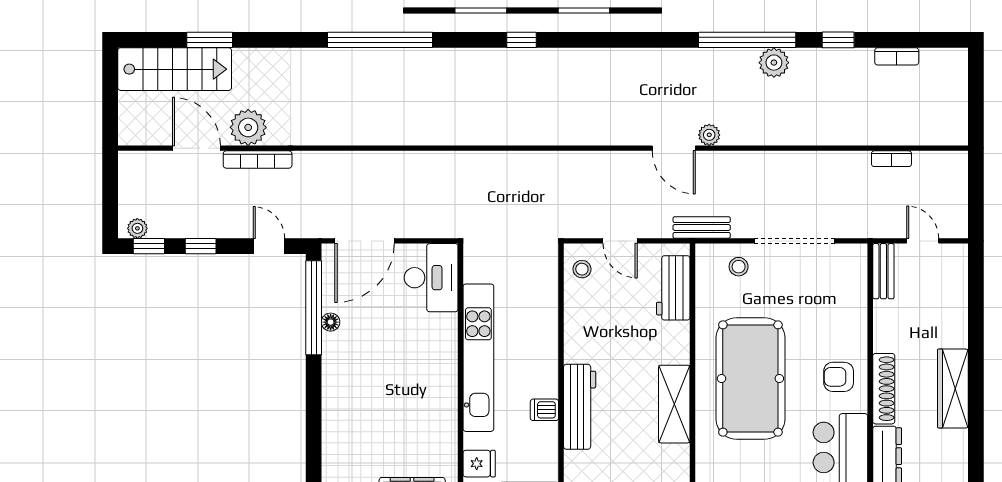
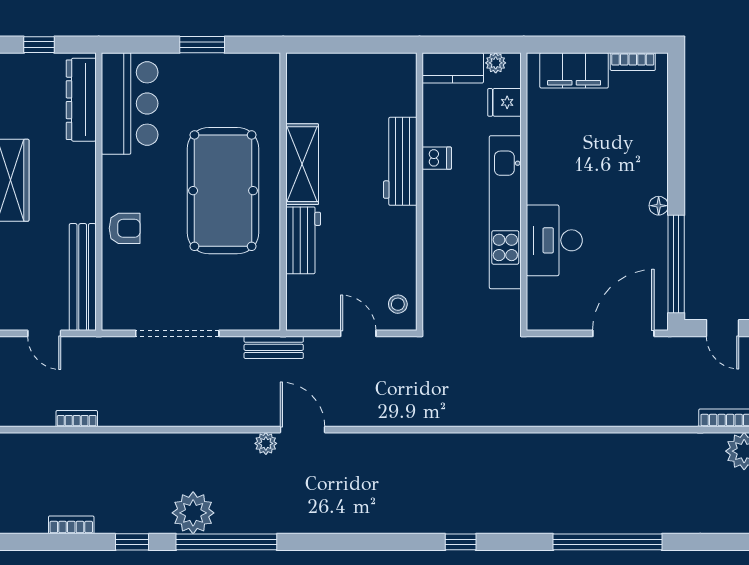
plant: (774, 63) -> (193, 513), width x1.36, depth x1.36
stool: (739, 267) -> (235, 307), removed
bench: (883, 271) -> (83, 277), width x1.86, depth x1.21
desk: (431, 278) -> (554, 240), moved
workbench: (673, 288) -> (303, 240), moved
floor lamp: (331, 322) -> (659, 206), moved
armchair: (839, 377) -> (125, 228), moved
shoe rack: (884, 389) -> (85, 180), removed

